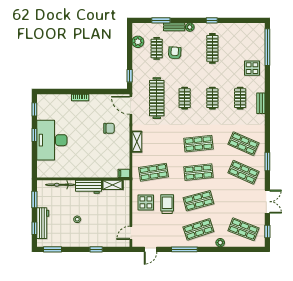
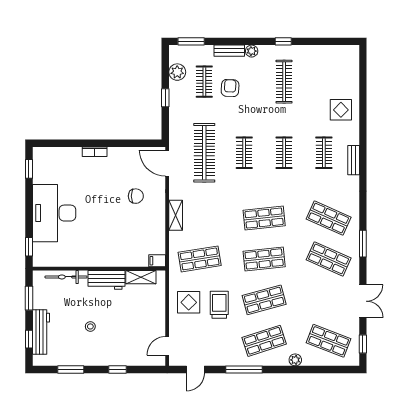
window: (161, 20) -> (191, 41), moved
window: (267, 47) -> (363, 80), removed
window: (130, 76) -> (165, 98), moved
window: (34, 135) -> (29, 247), moved
window: (53, 249) -> (71, 370), moved

